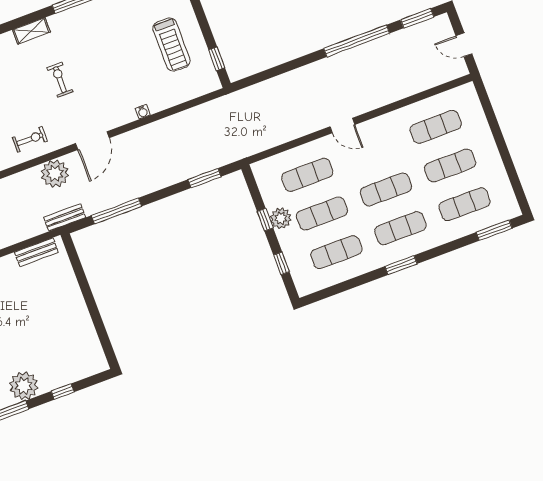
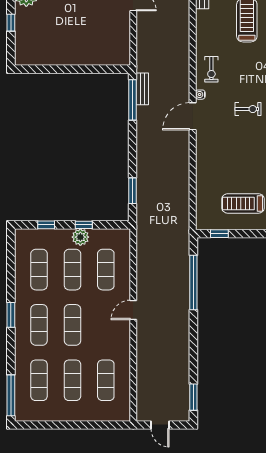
window: (357, 41) -> (193, 282), moved
door: (464, 45) -> (160, 425), swing flipped
water cooler: (143, 112) -> (200, 95), moved
door: (92, 141) -> (193, 116), hinge flipped
plant: (55, 174) -> (178, 79), removed
window: (117, 211) -> (133, 100), moved
bench: (65, 217) -> (142, 89), moved
window: (494, 230) -> (11, 395), width x1.44
bench: (36, 252) -> (124, 42), removed

